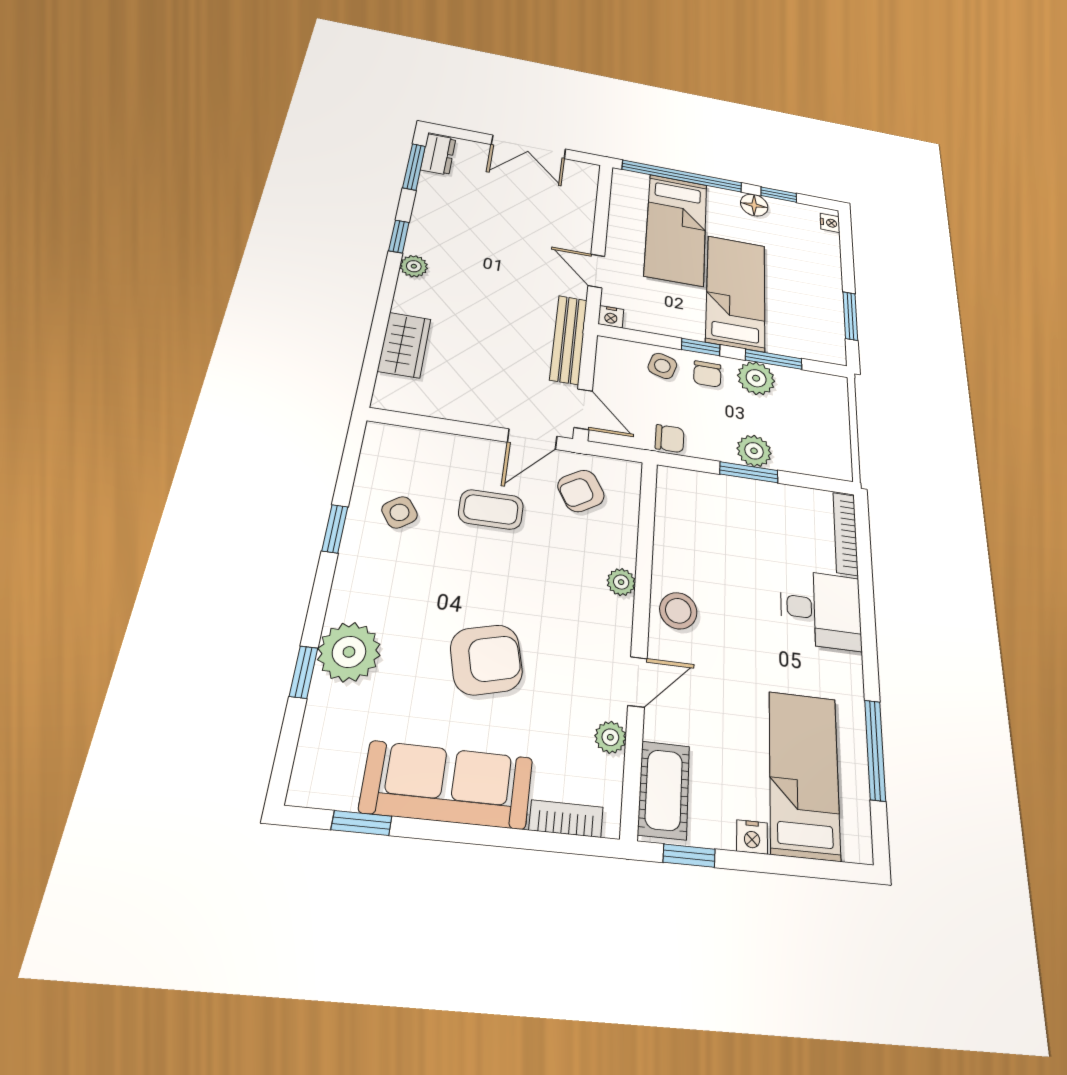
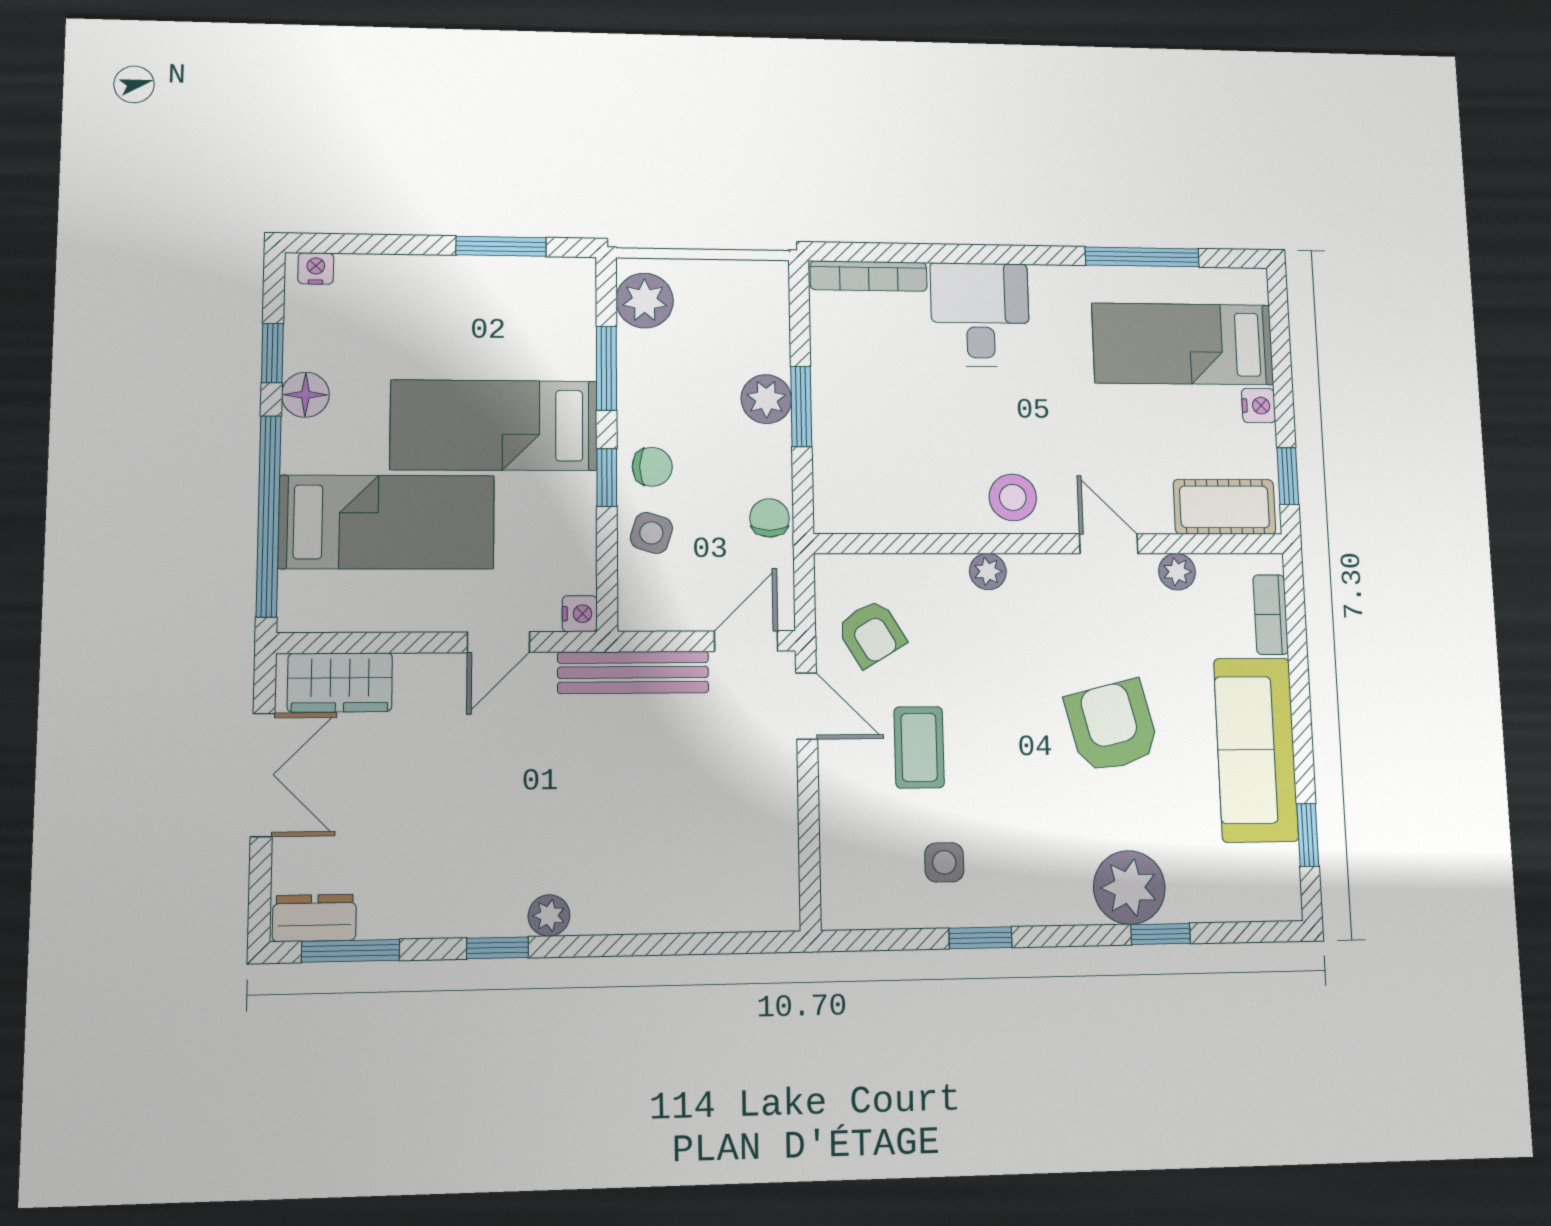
wardrobe: (404, 345) -> (340, 682), moved, turned 180
plant: (756, 378) -> (645, 301), moved
side table: (400, 512) -> (944, 862), turned 35

